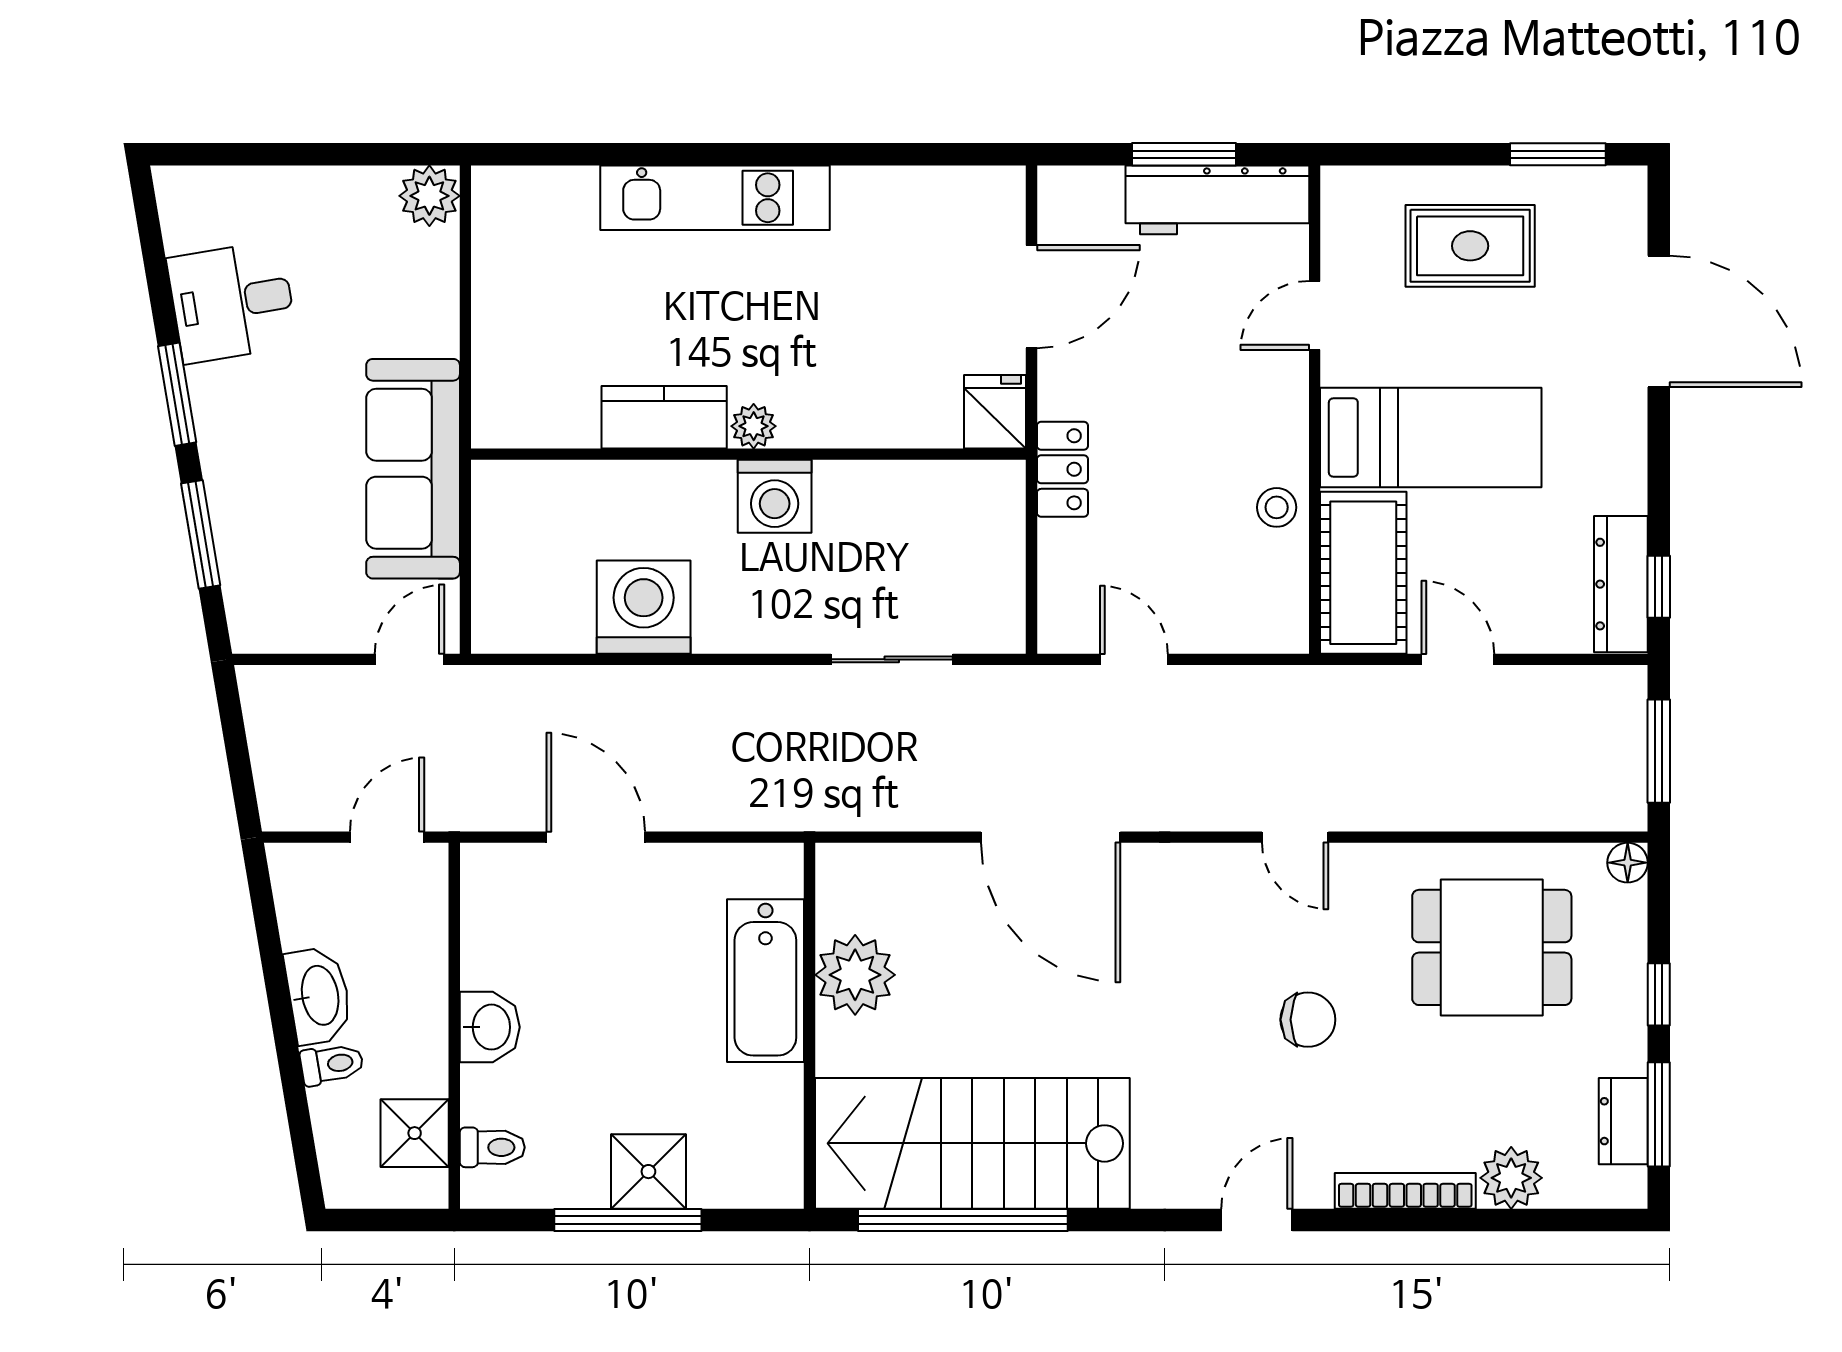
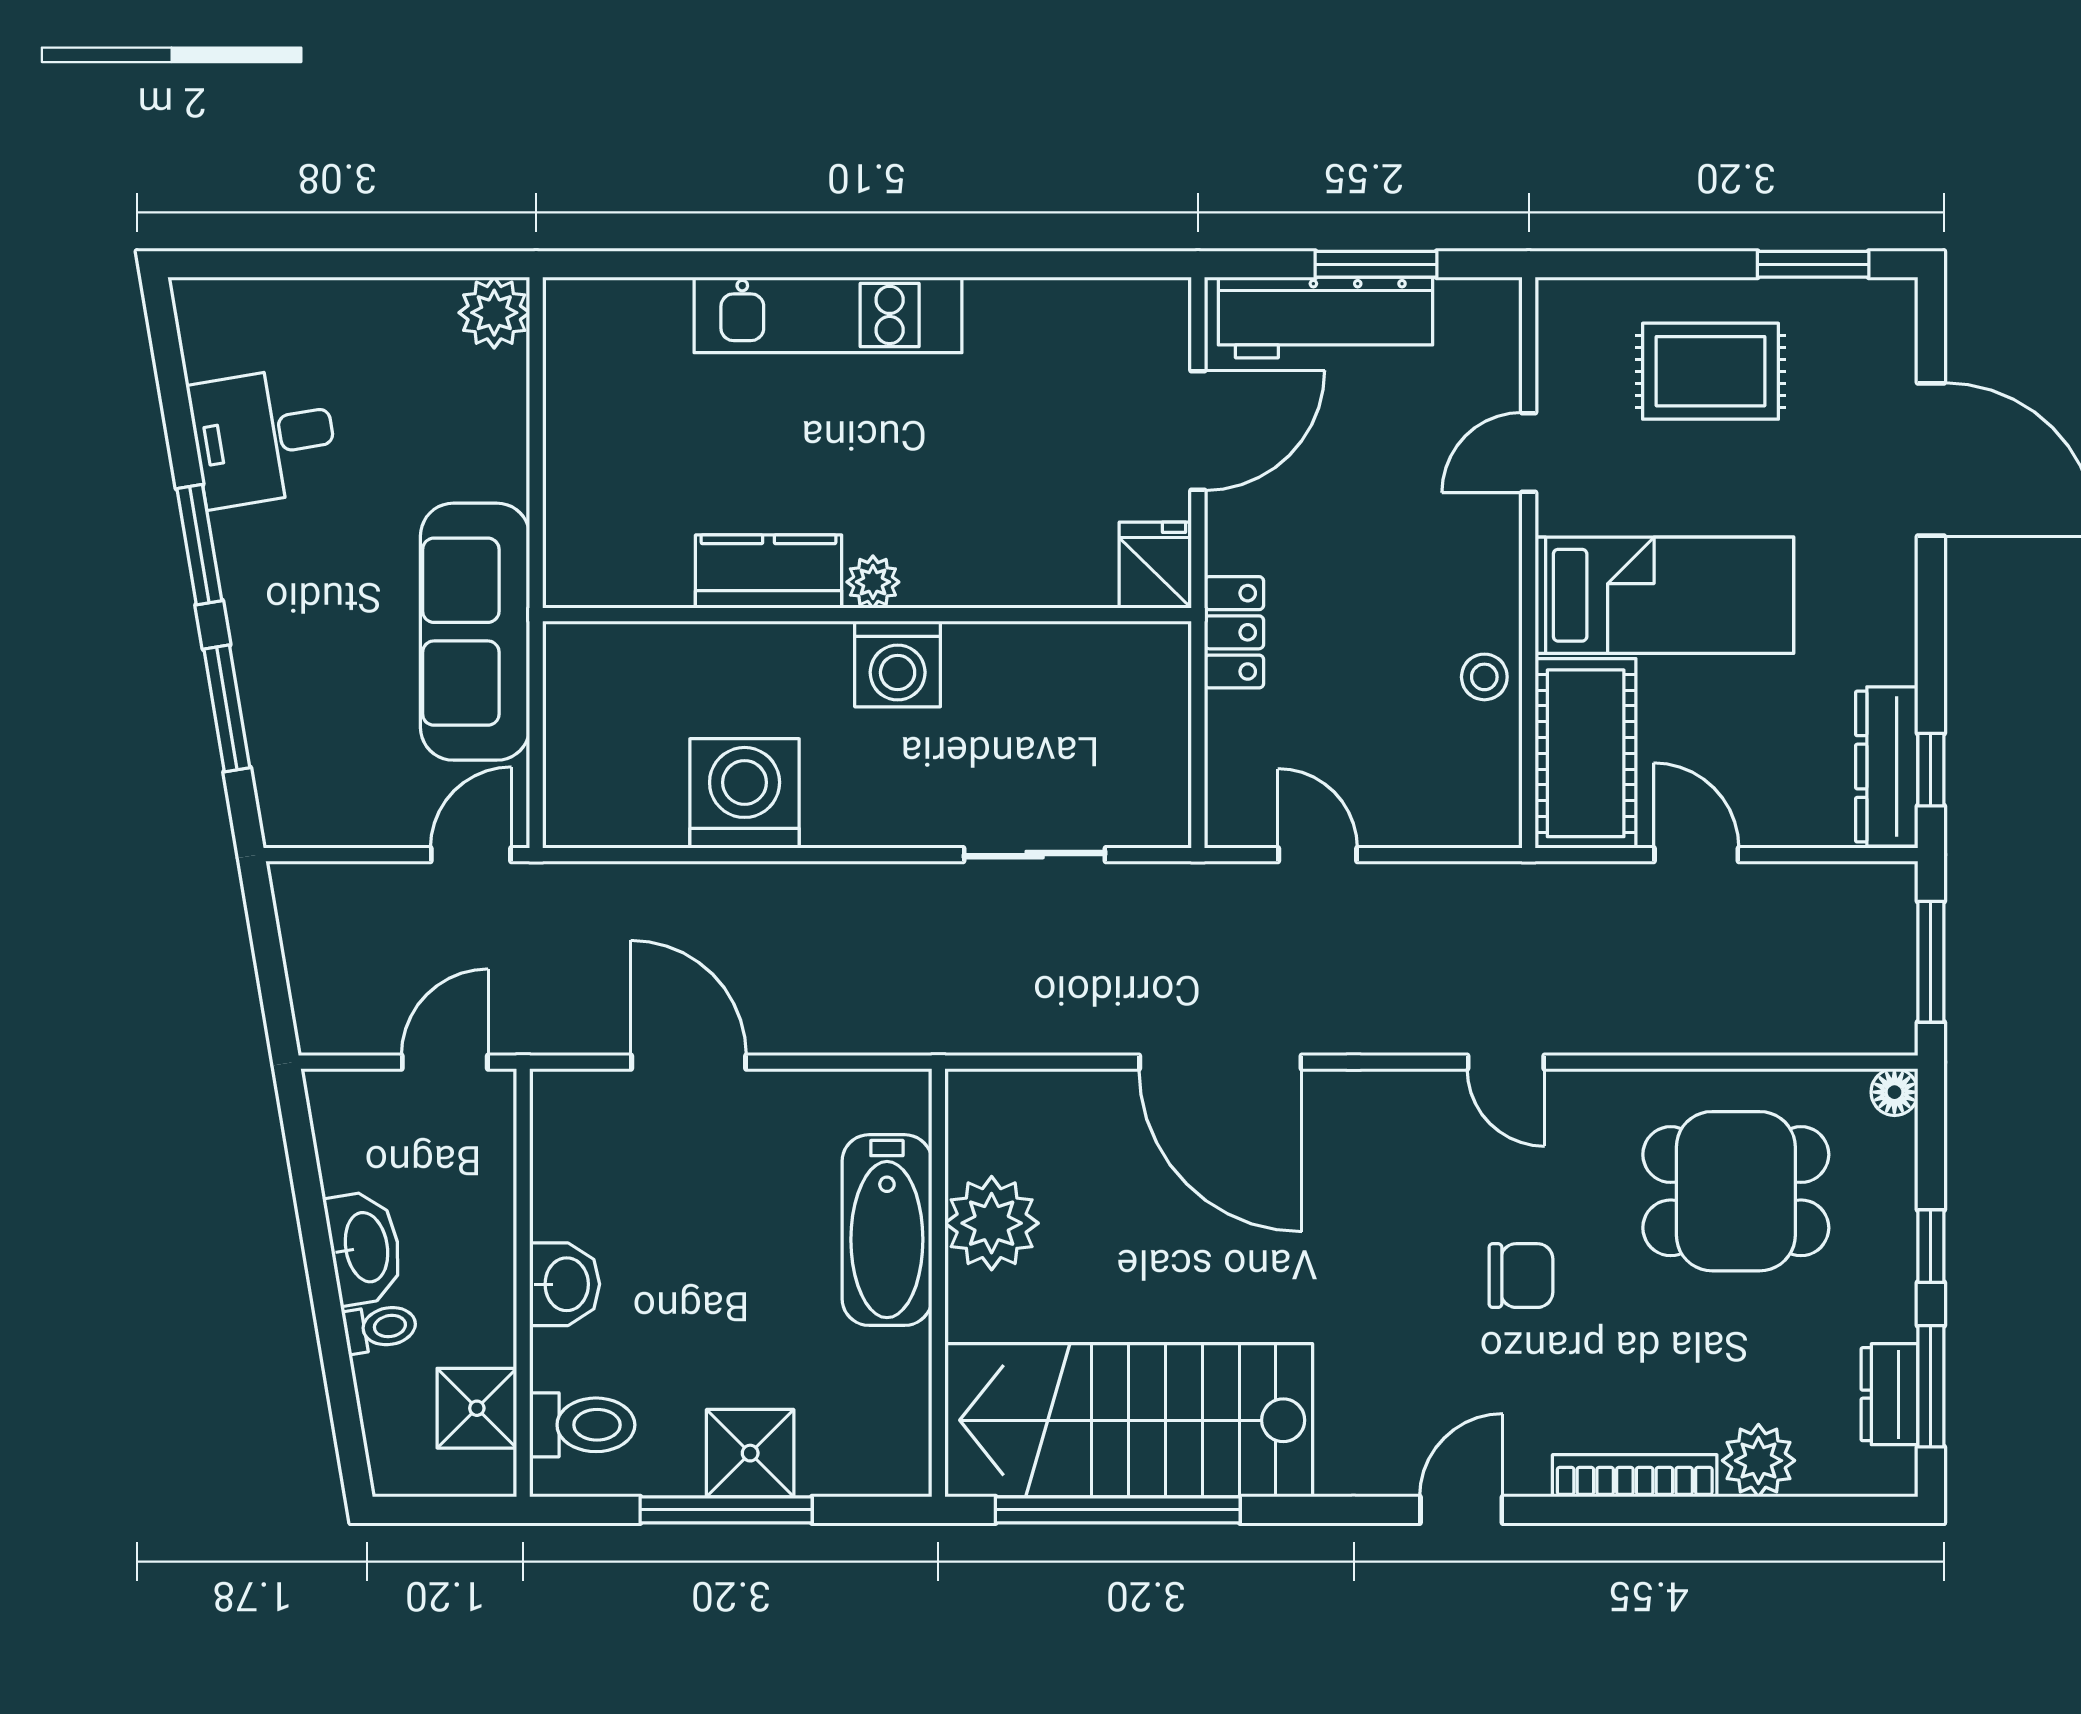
workbench: (1217, 200) -> (1326, 318), moved
toilet: (492, 1147) -> (582, 1425), width x1.37, depth x1.39

